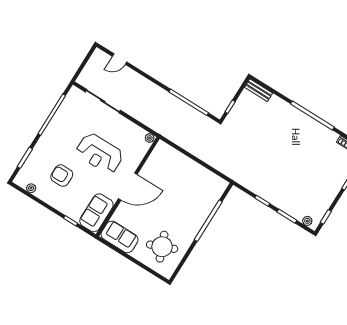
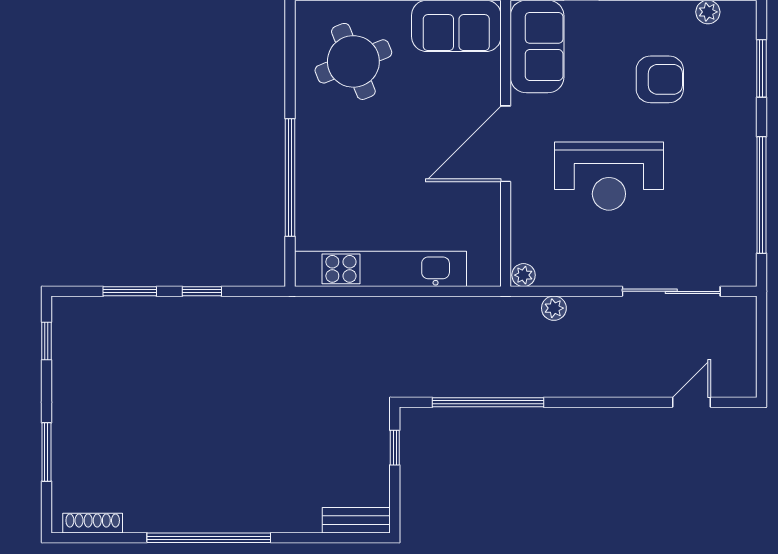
reception desk: (100, 154) -> (609, 176), turned 180
kitchen unit: (197, 170) -> (380, 269), added
plant: (307, 221) -> (554, 308), moved

